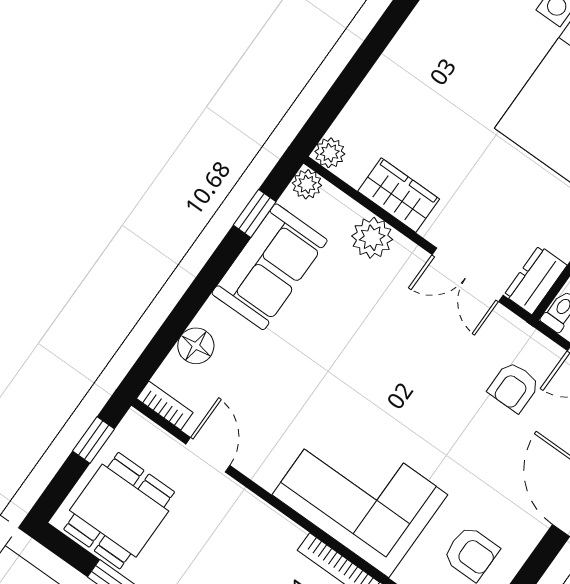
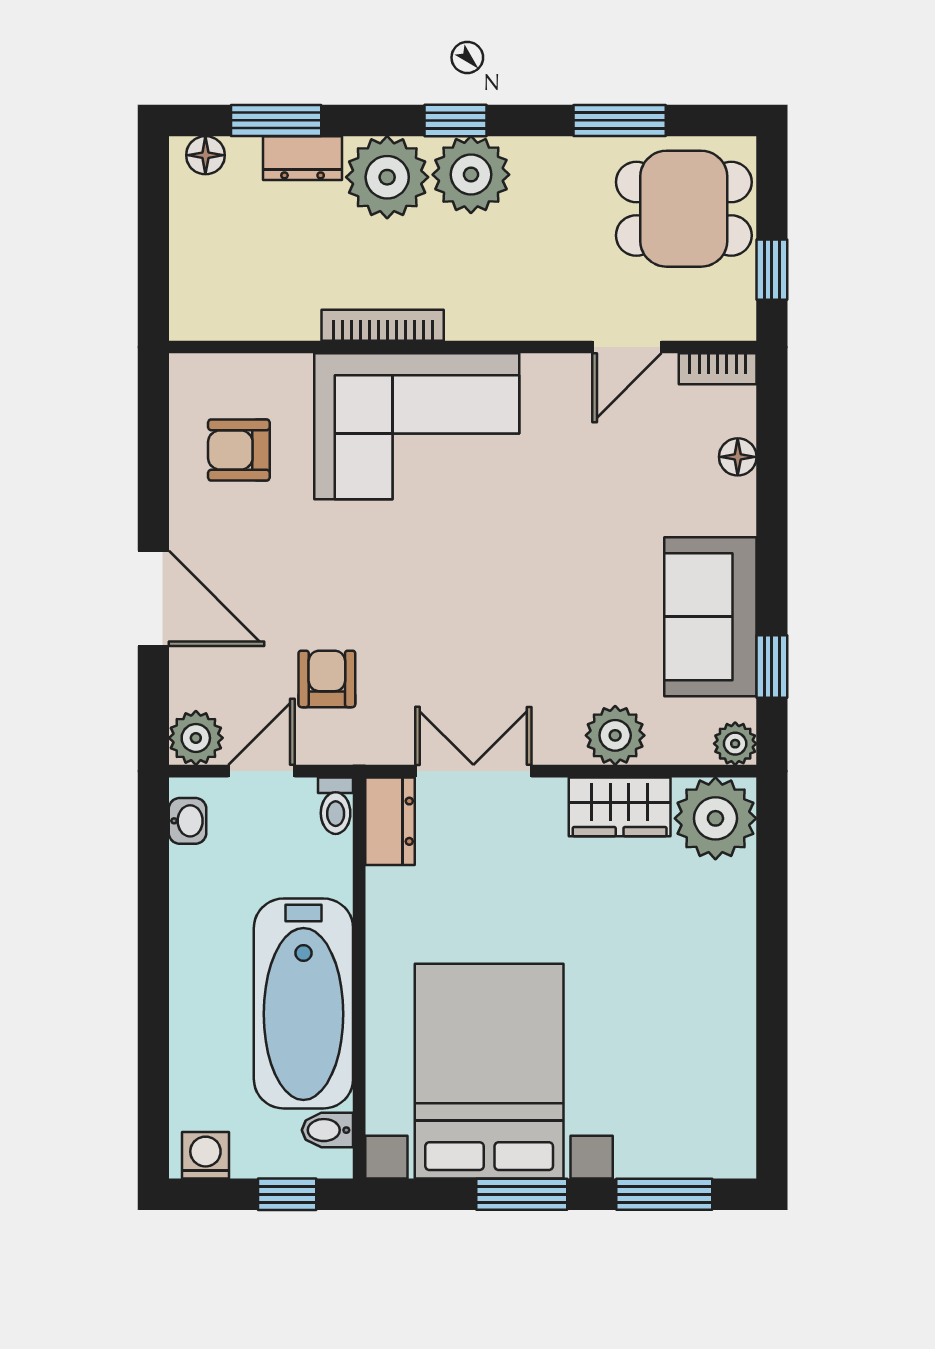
plant: (330, 153) -> (715, 818), width x1.88, depth x1.88
floor lamp: (196, 346) -> (738, 457), width x0.73, depth x0.73
door: (208, 455) -> (627, 347), hinge flipped
dining table: (119, 511) -> (684, 209), turned 90

